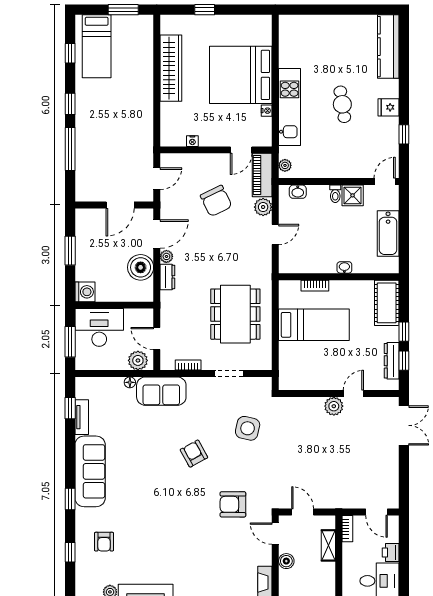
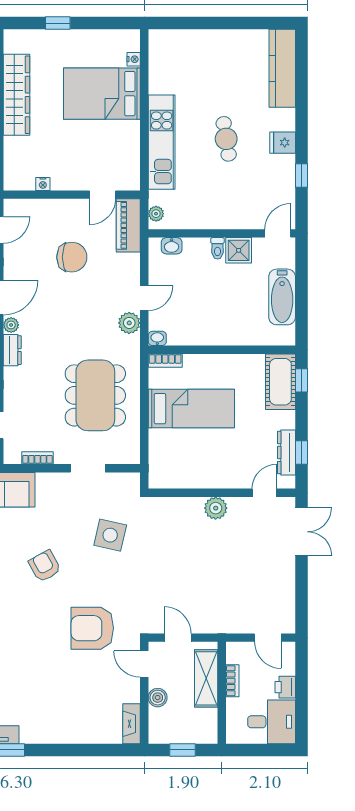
bed: (241, 75) -> (102, 94), width x0.73
nightstand: (267, 111) -> (134, 59), moved
chair: (216, 201) -> (72, 257), turned -64
plant: (263, 207) -> (129, 323), moved
washbasin: (344, 267) -> (157, 338), moved
bookcase: (315, 286) -> (165, 361), moved
window: (404, 332) -> (301, 380), moved
door: (353, 394) -> (264, 493), moved
armchair: (233, 504) -> (92, 628), width x1.36, depth x1.36
bookcase: (347, 529) -> (232, 681), moved
shelving: (328, 545) -> (206, 678), width x1.50, depth x1.33

